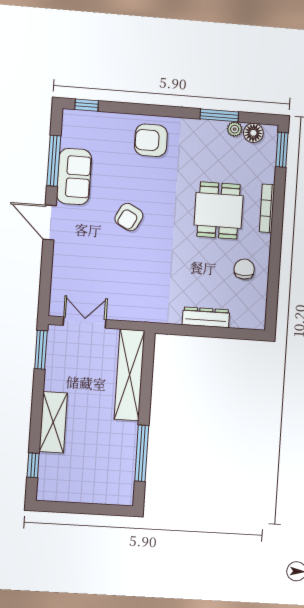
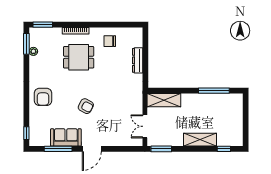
window: (219, 115) -> (26, 44), moved
floor lamp: (253, 133) -> (35, 41), removed
shelving: (129, 375) -> (164, 100), width x0.68

